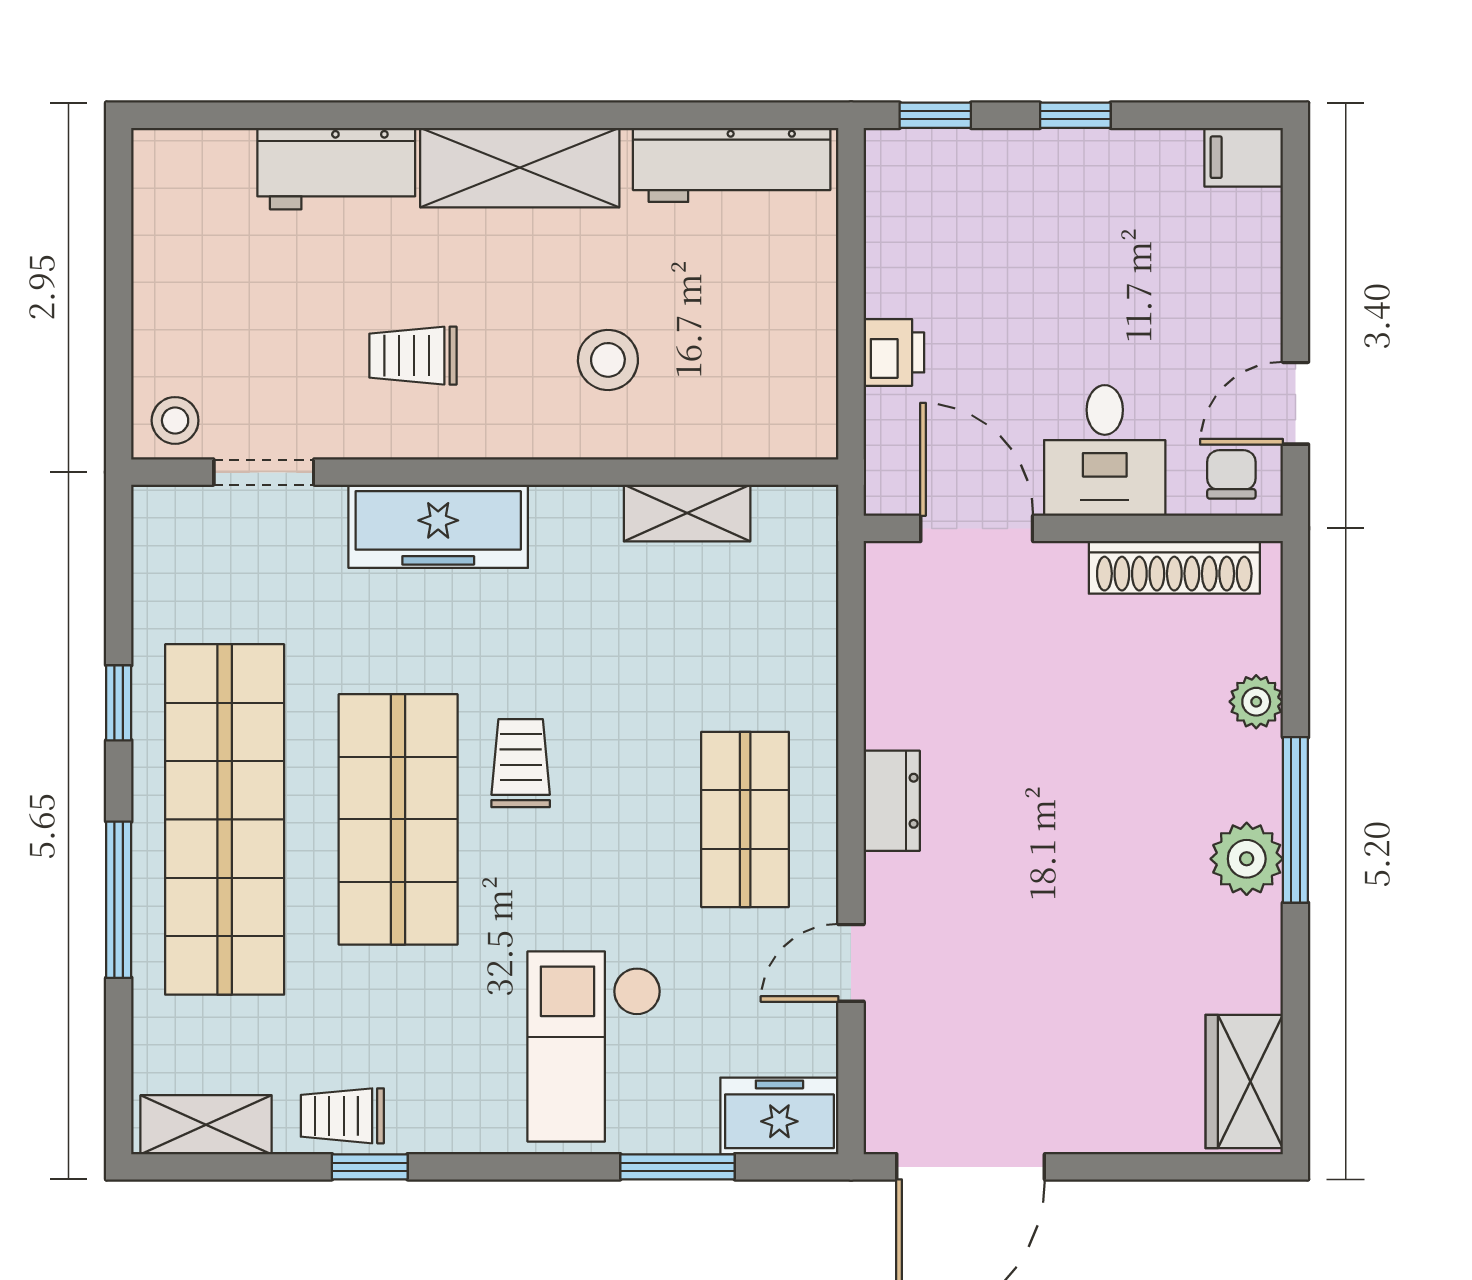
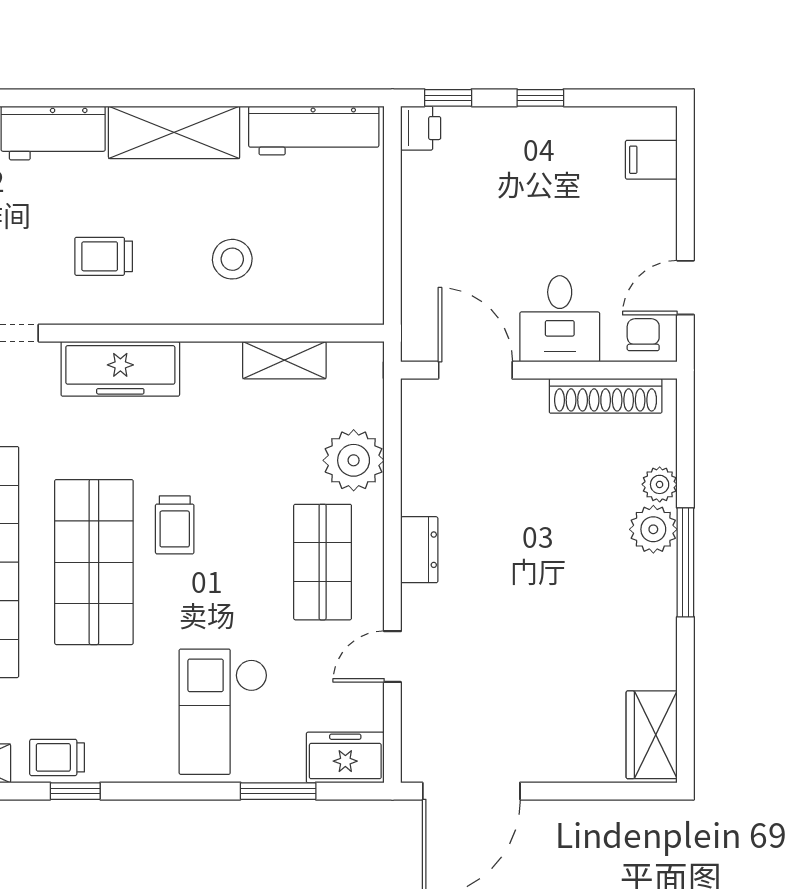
filing cabinet: (1244, 157) -> (651, 160), moved
printer: (894, 352) -> (421, 128), moved
plant: (792, 665) -> (354, 460), added
trolley: (521, 763) -> (175, 525), turned 180
plant: (1247, 859) -> (653, 529), moved

